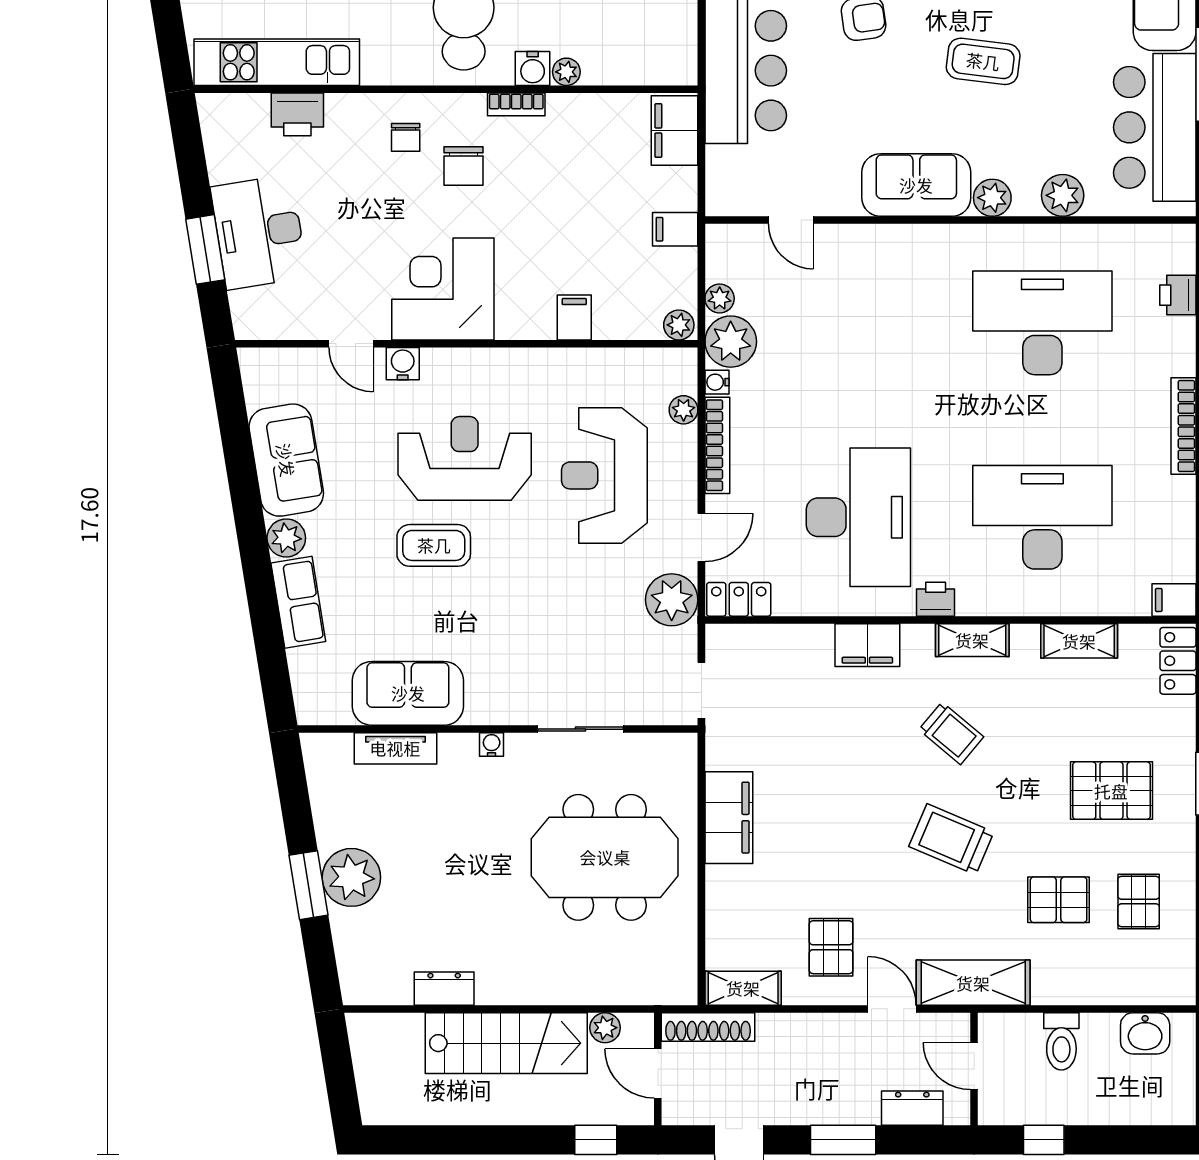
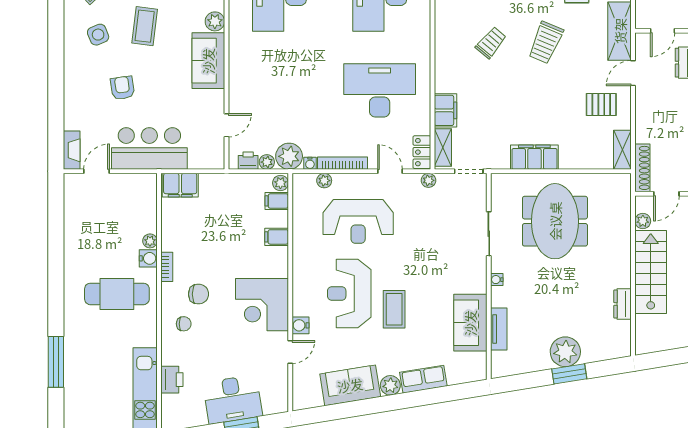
filing cabinet: (675, 229) -> (277, 201), moved, turned 90
printer: (936, 599) -> (248, 161), moved, turned 90
plant: (672, 600) -> (428, 180), width x0.53, depth x0.53
shelving: (972, 640) -> (443, 147), moved
filing cabinet: (867, 645) -> (446, 110), moved

